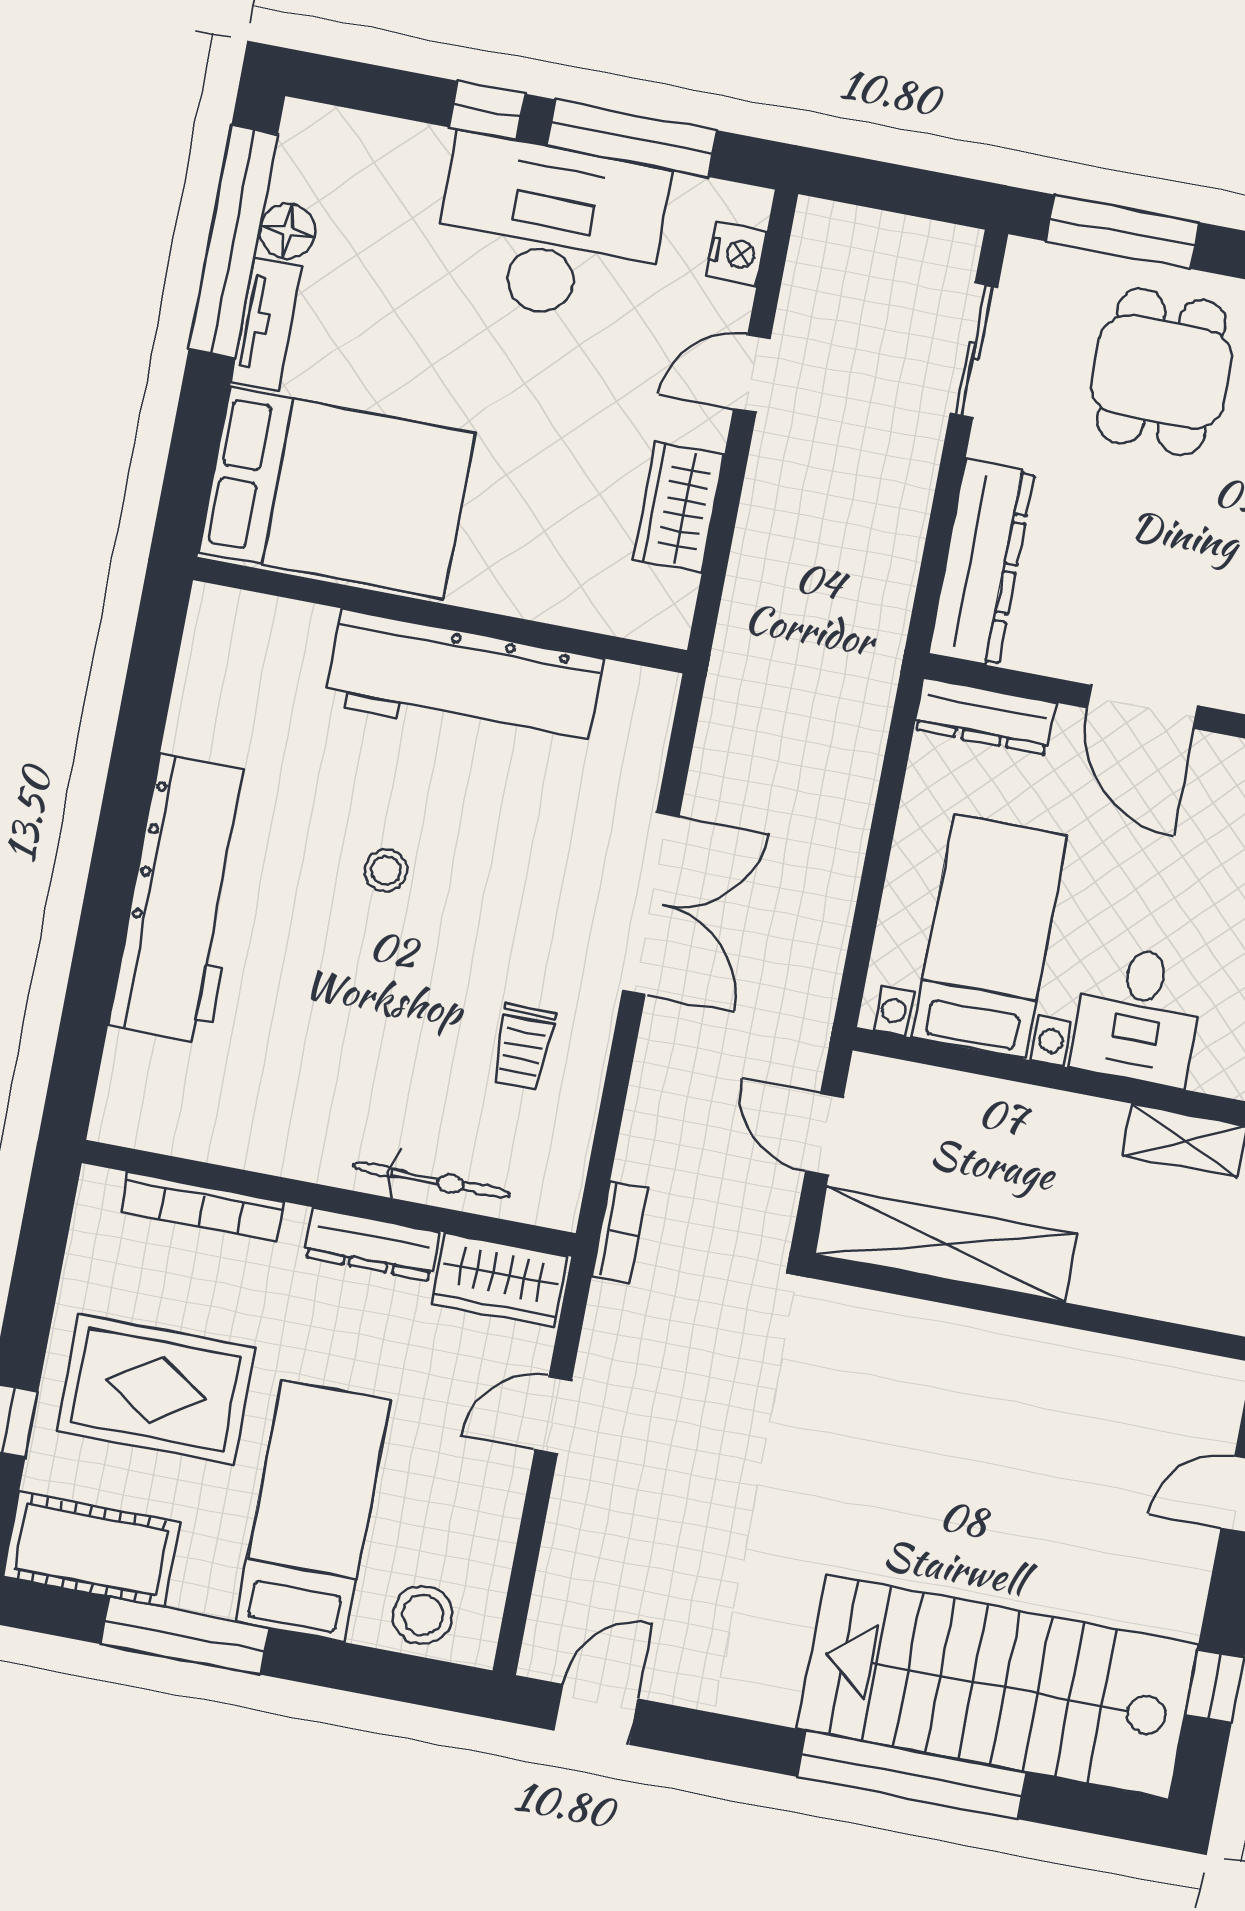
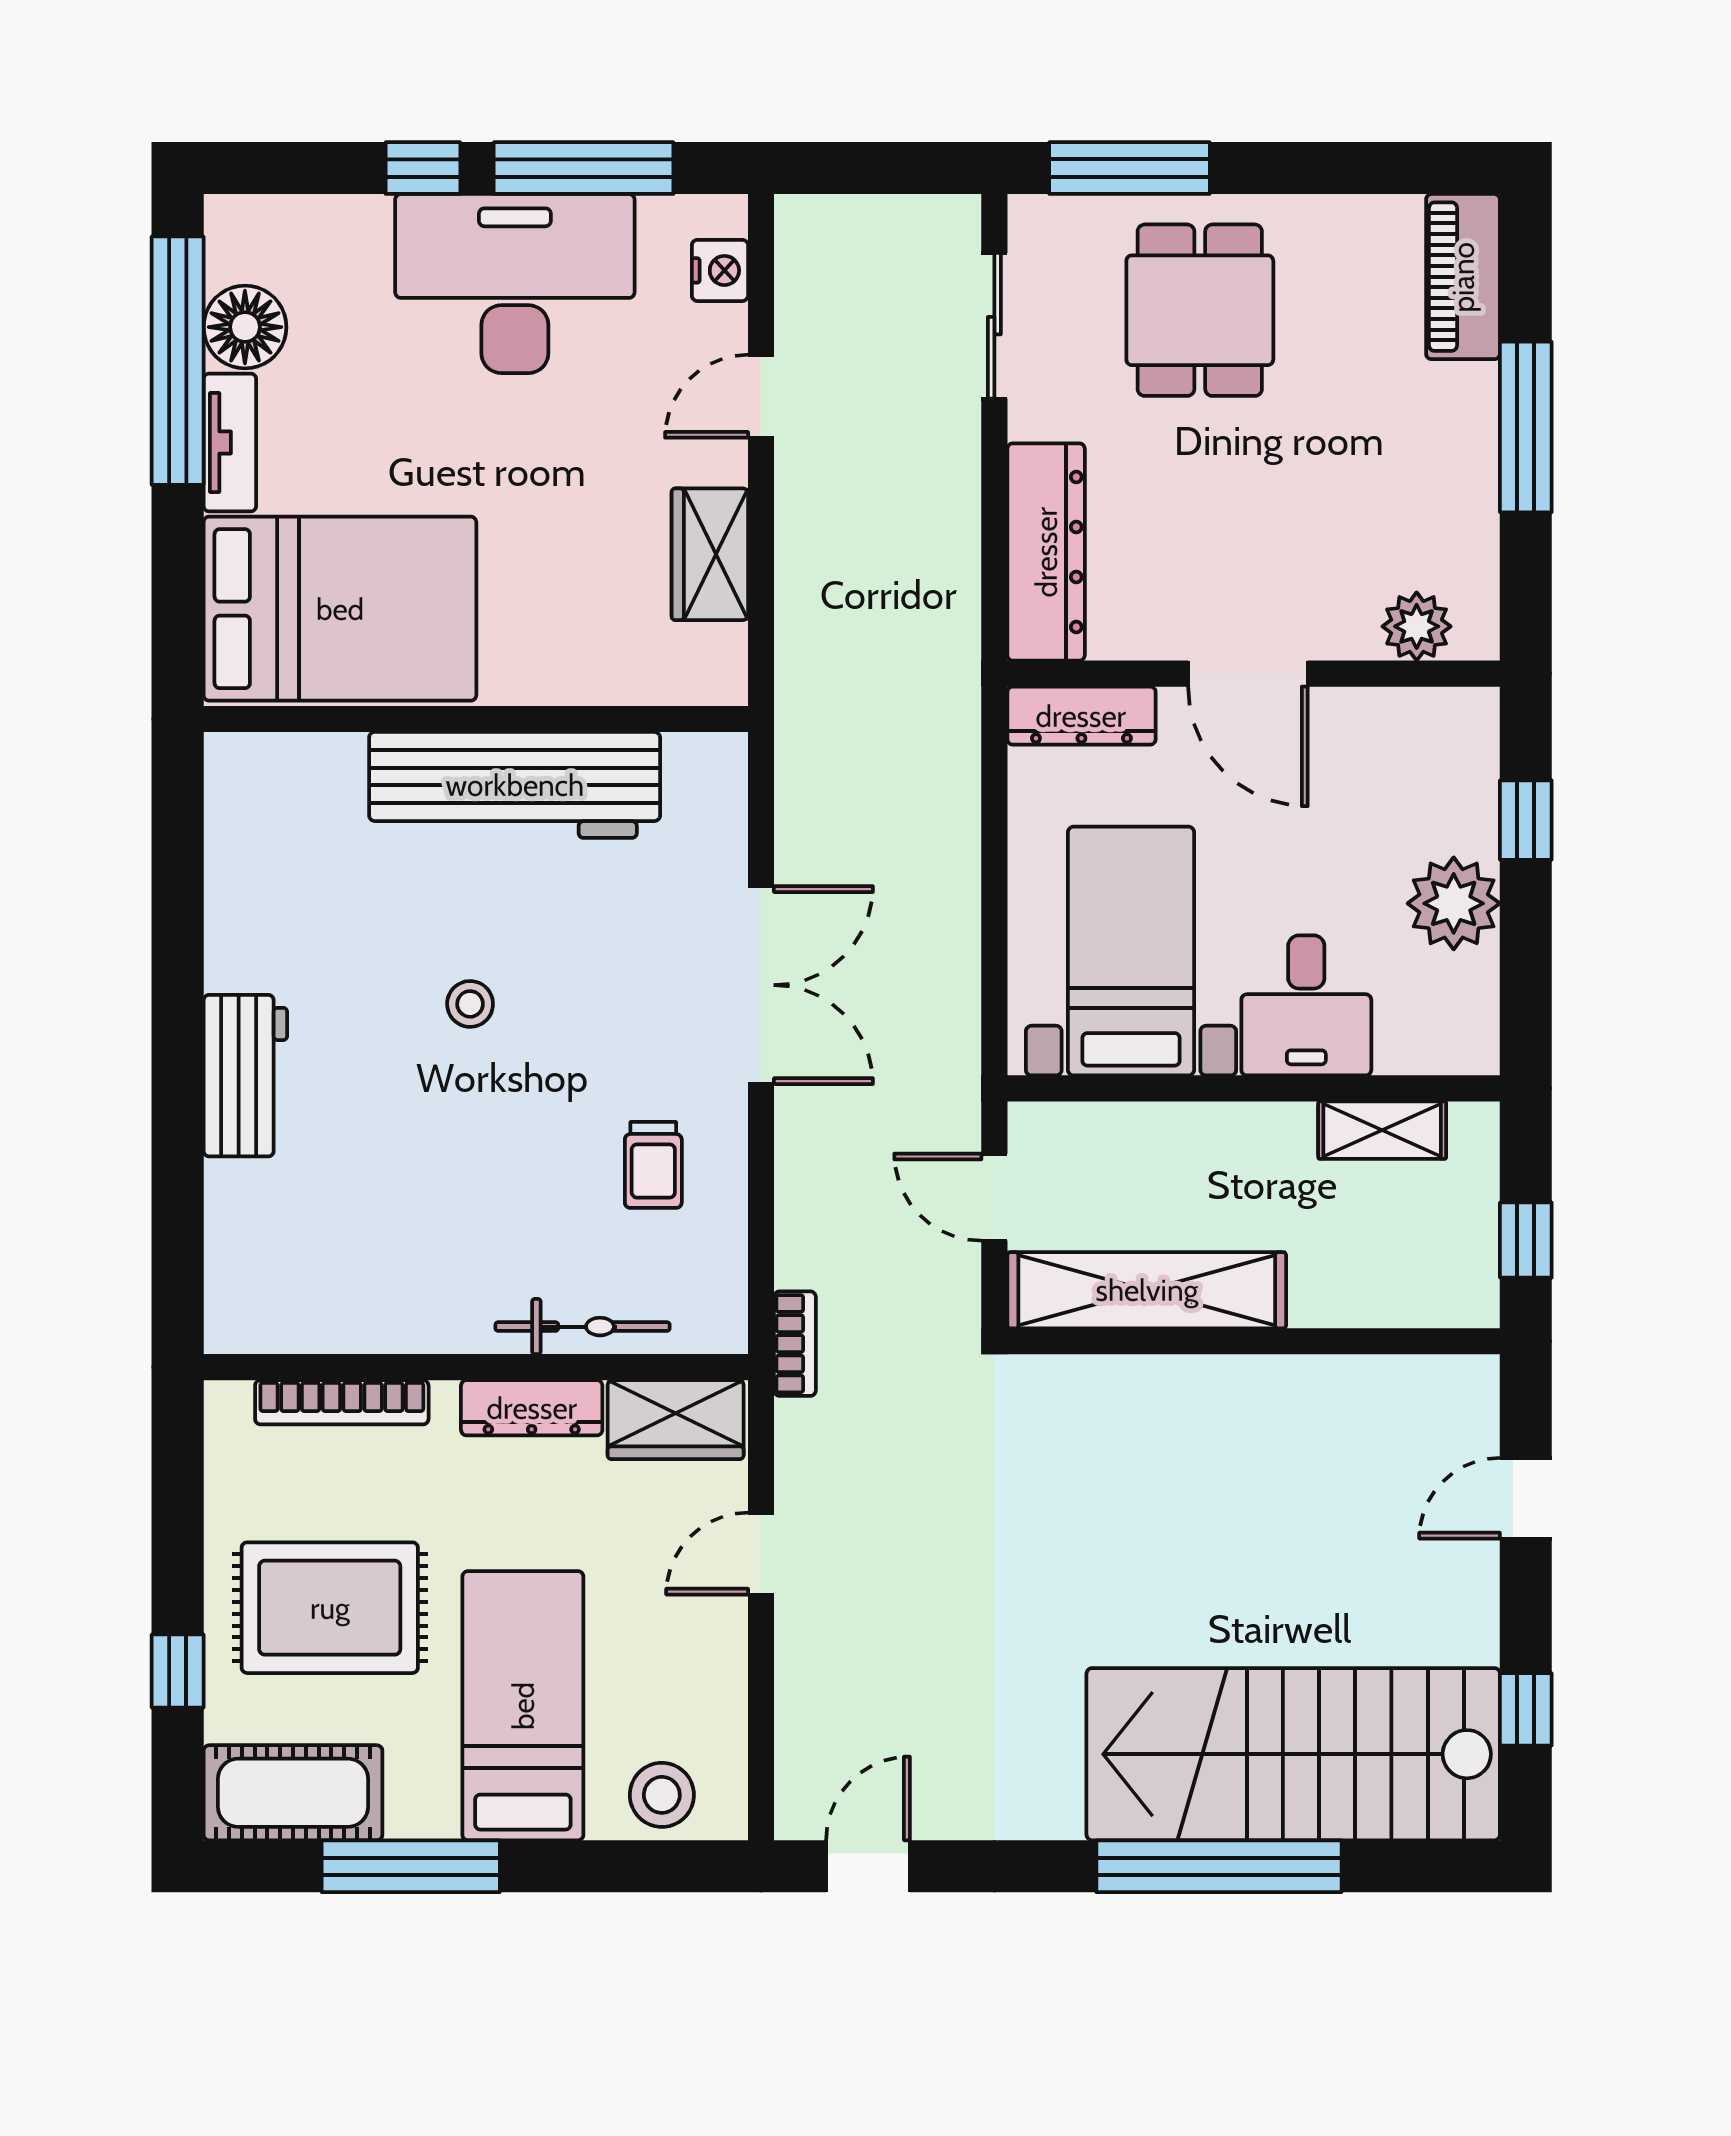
floor lamp: (288, 231) -> (245, 327), width x1.38, depth x1.38
workbench: (184, 899) -> (245, 1076), width x0.53, depth x0.76

